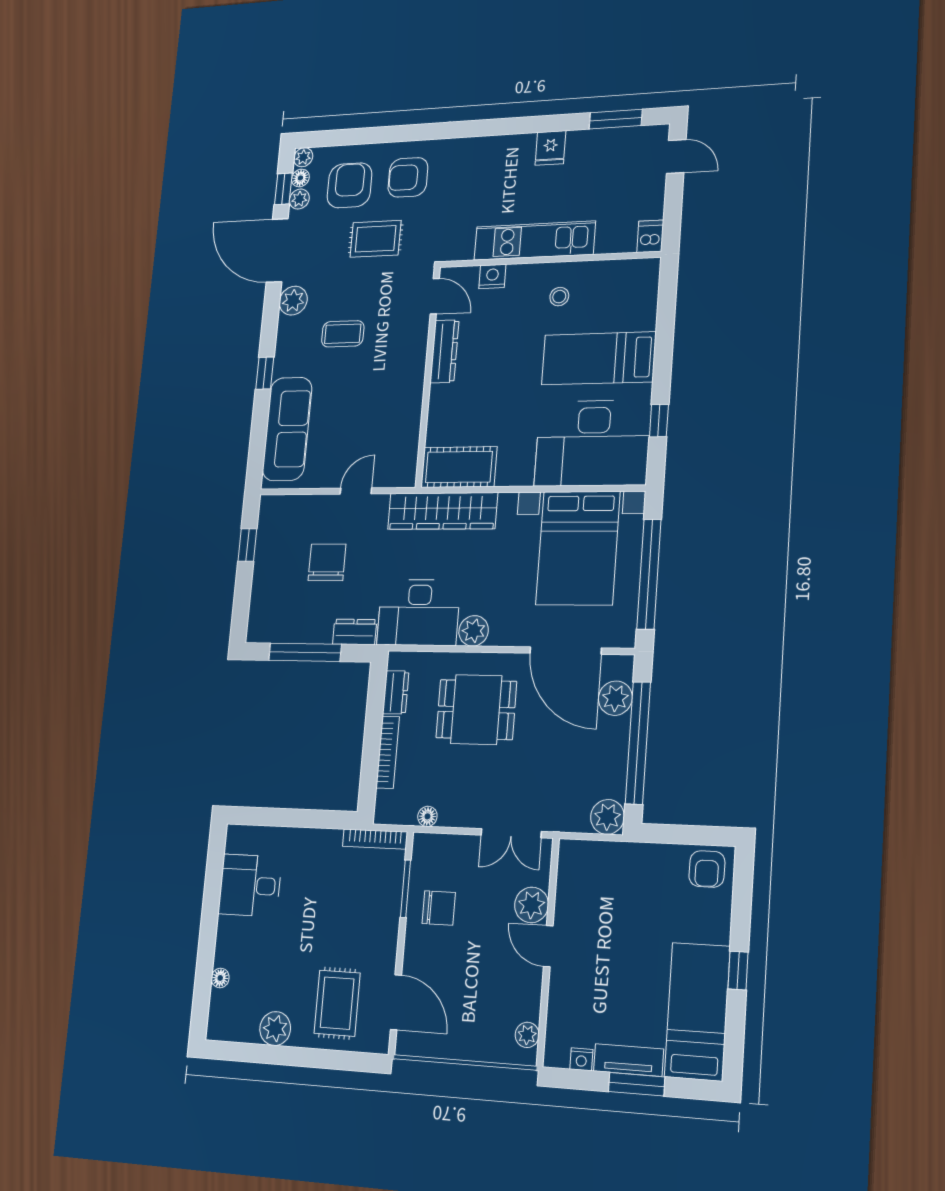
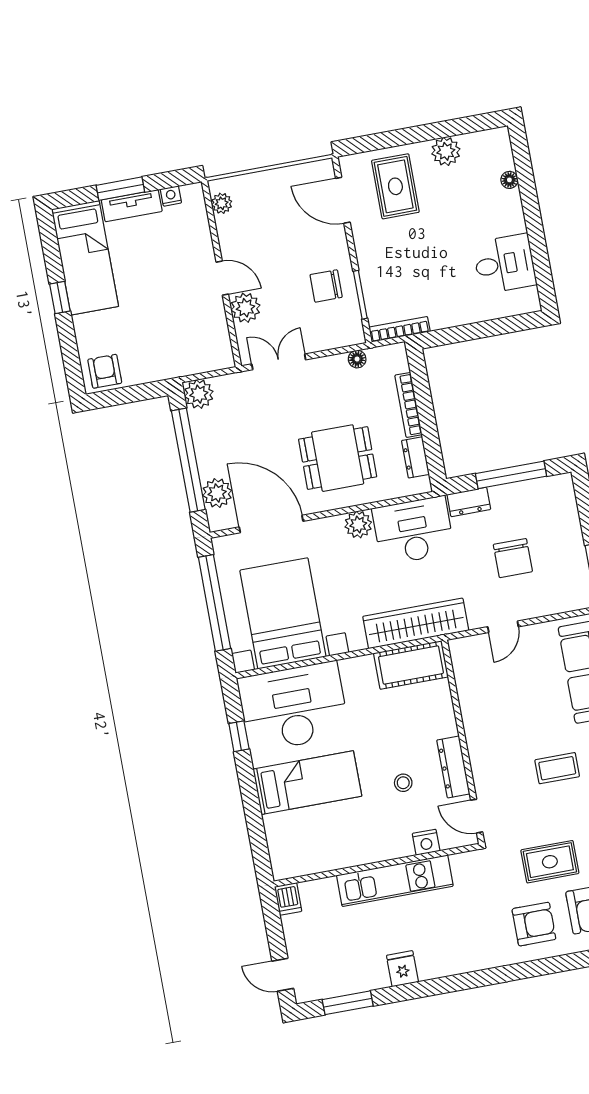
stool: (559, 297) -> (403, 783), moved

